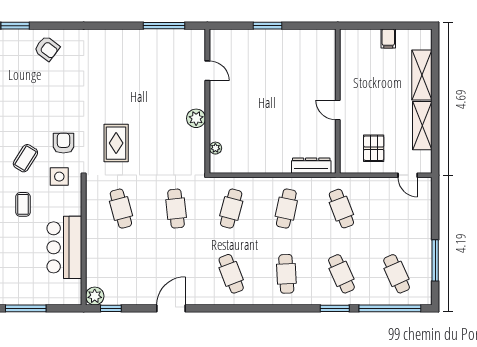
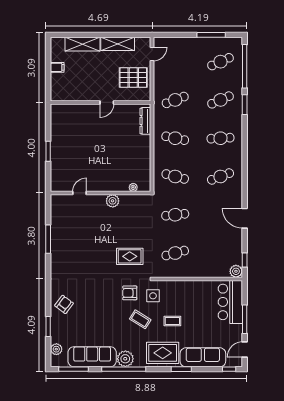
window: (164, 26) -> (48, 239), moved
pallet: (374, 148) -> (133, 78), width x1.50, depth x1.42
bar counter: (64, 247) -> (230, 302), moved, turned 90

